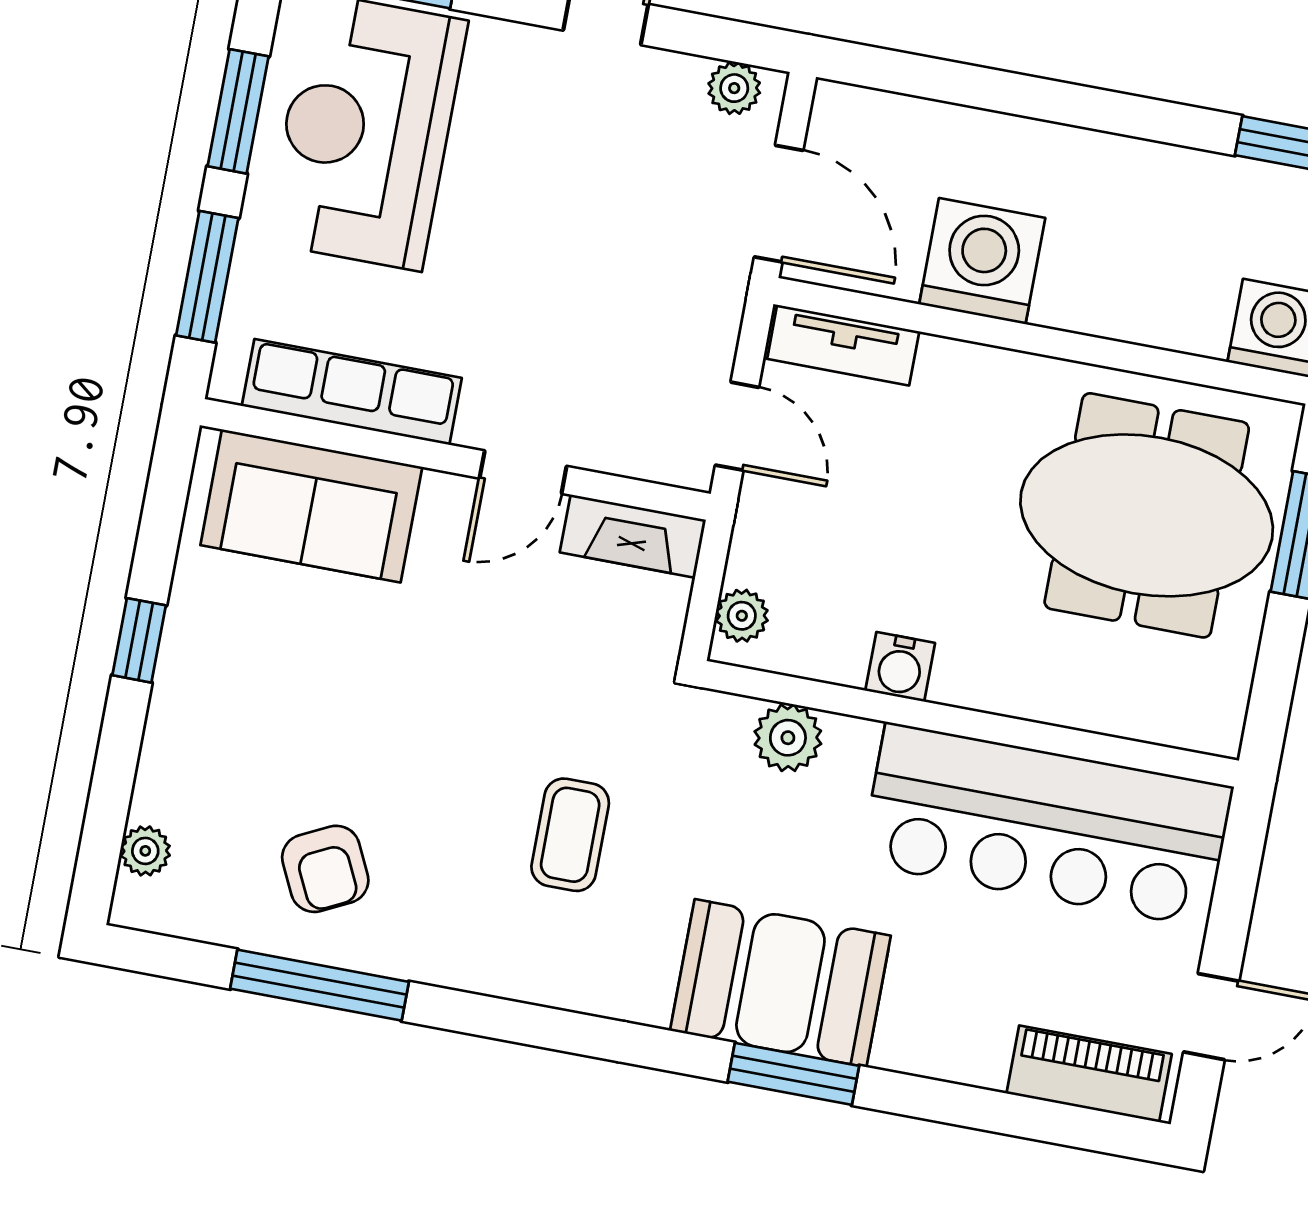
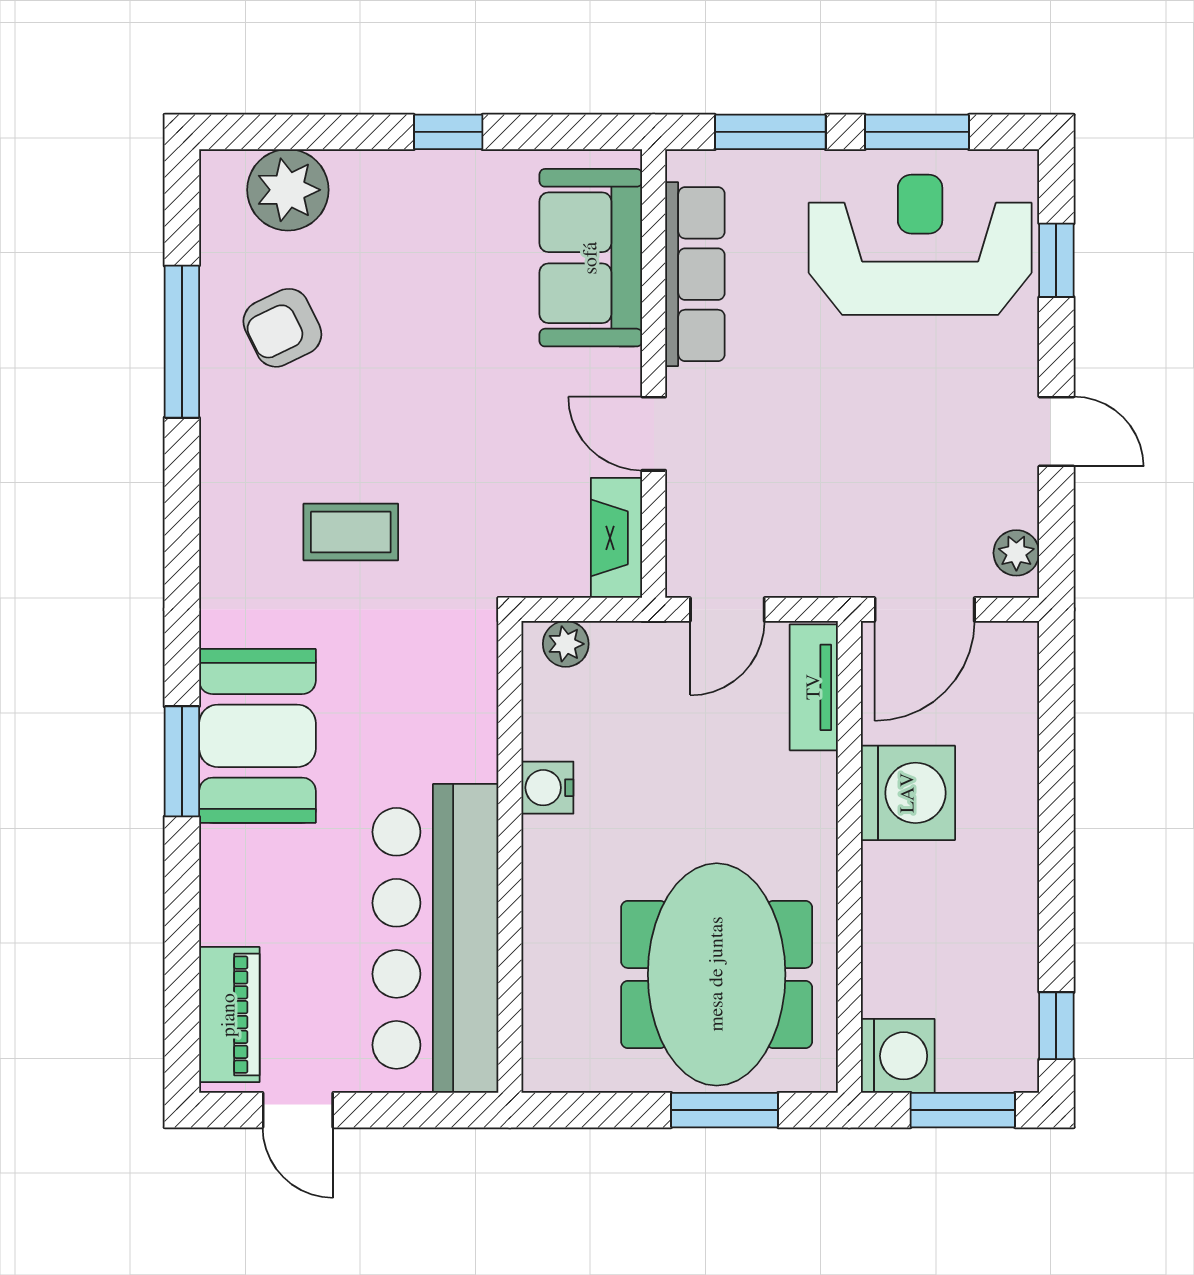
plant: (788, 738) -> (469, 703), removed
plant: (145, 851) -> (288, 190), width x1.88, depth x1.88

